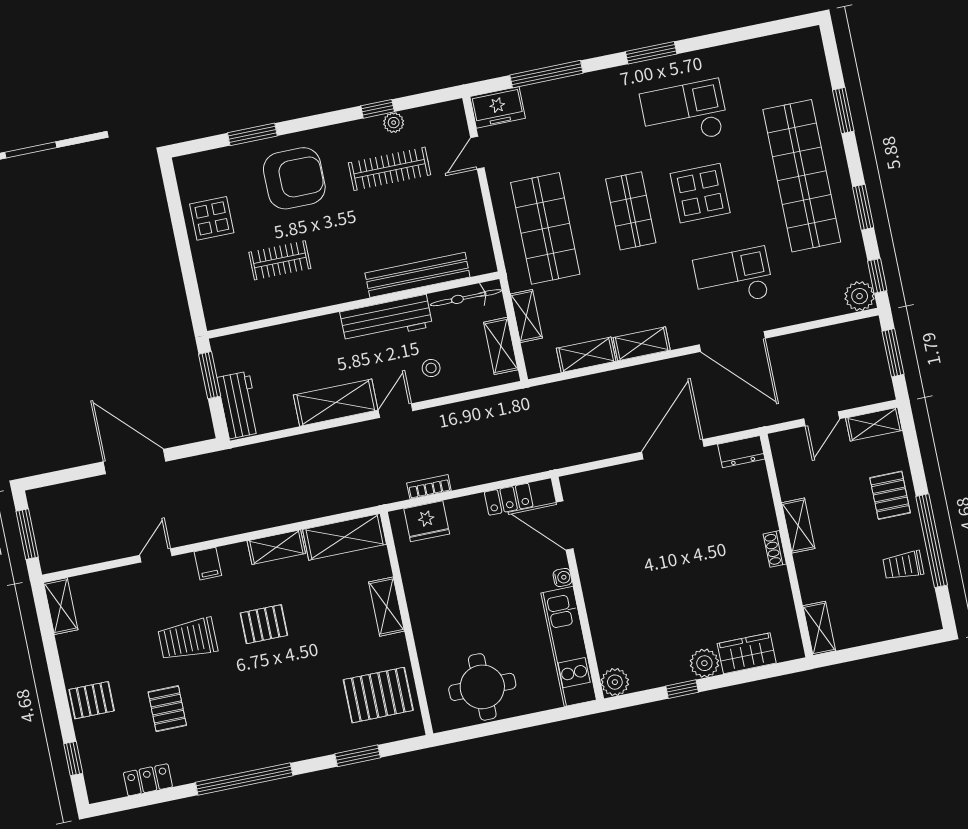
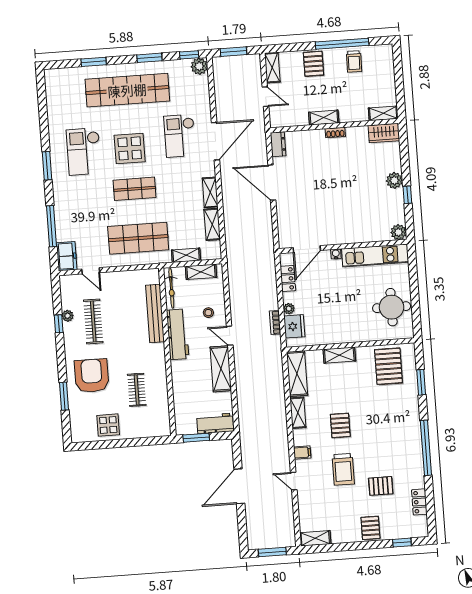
pallet: (890, 495) -> (313, 64), turned 90
plant: (456, 508) -> (289, 309), added
wardrobe: (747, 653) -> (384, 133), moved, turned -90

